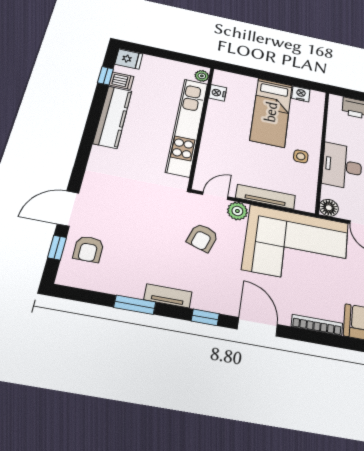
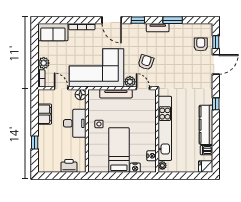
window: (105, 76) -> (216, 104), moved
nightstand: (301, 94) -> (135, 168), moved
door: (215, 196) -> (143, 88), swing flipped

